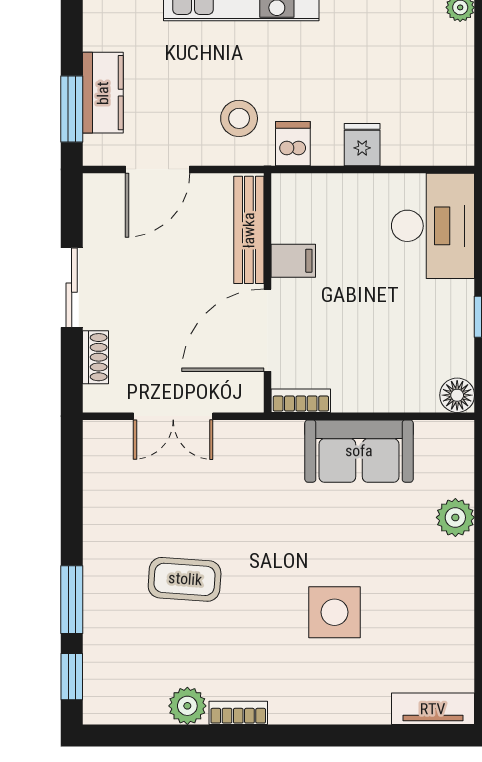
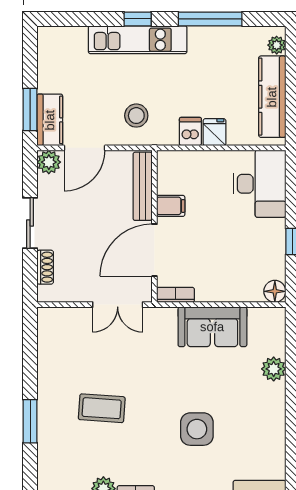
kitchen counter: (453, 89) -> (272, 97), added
kitchen counter: (103, 93) -> (50, 120), moved
dishwasher: (293, 144) -> (190, 132), moved
plant: (101, 192) -> (49, 162), added
double door: (173, 416) -> (118, 305), moved
window: (72, 677) -> (30, 470), removed

